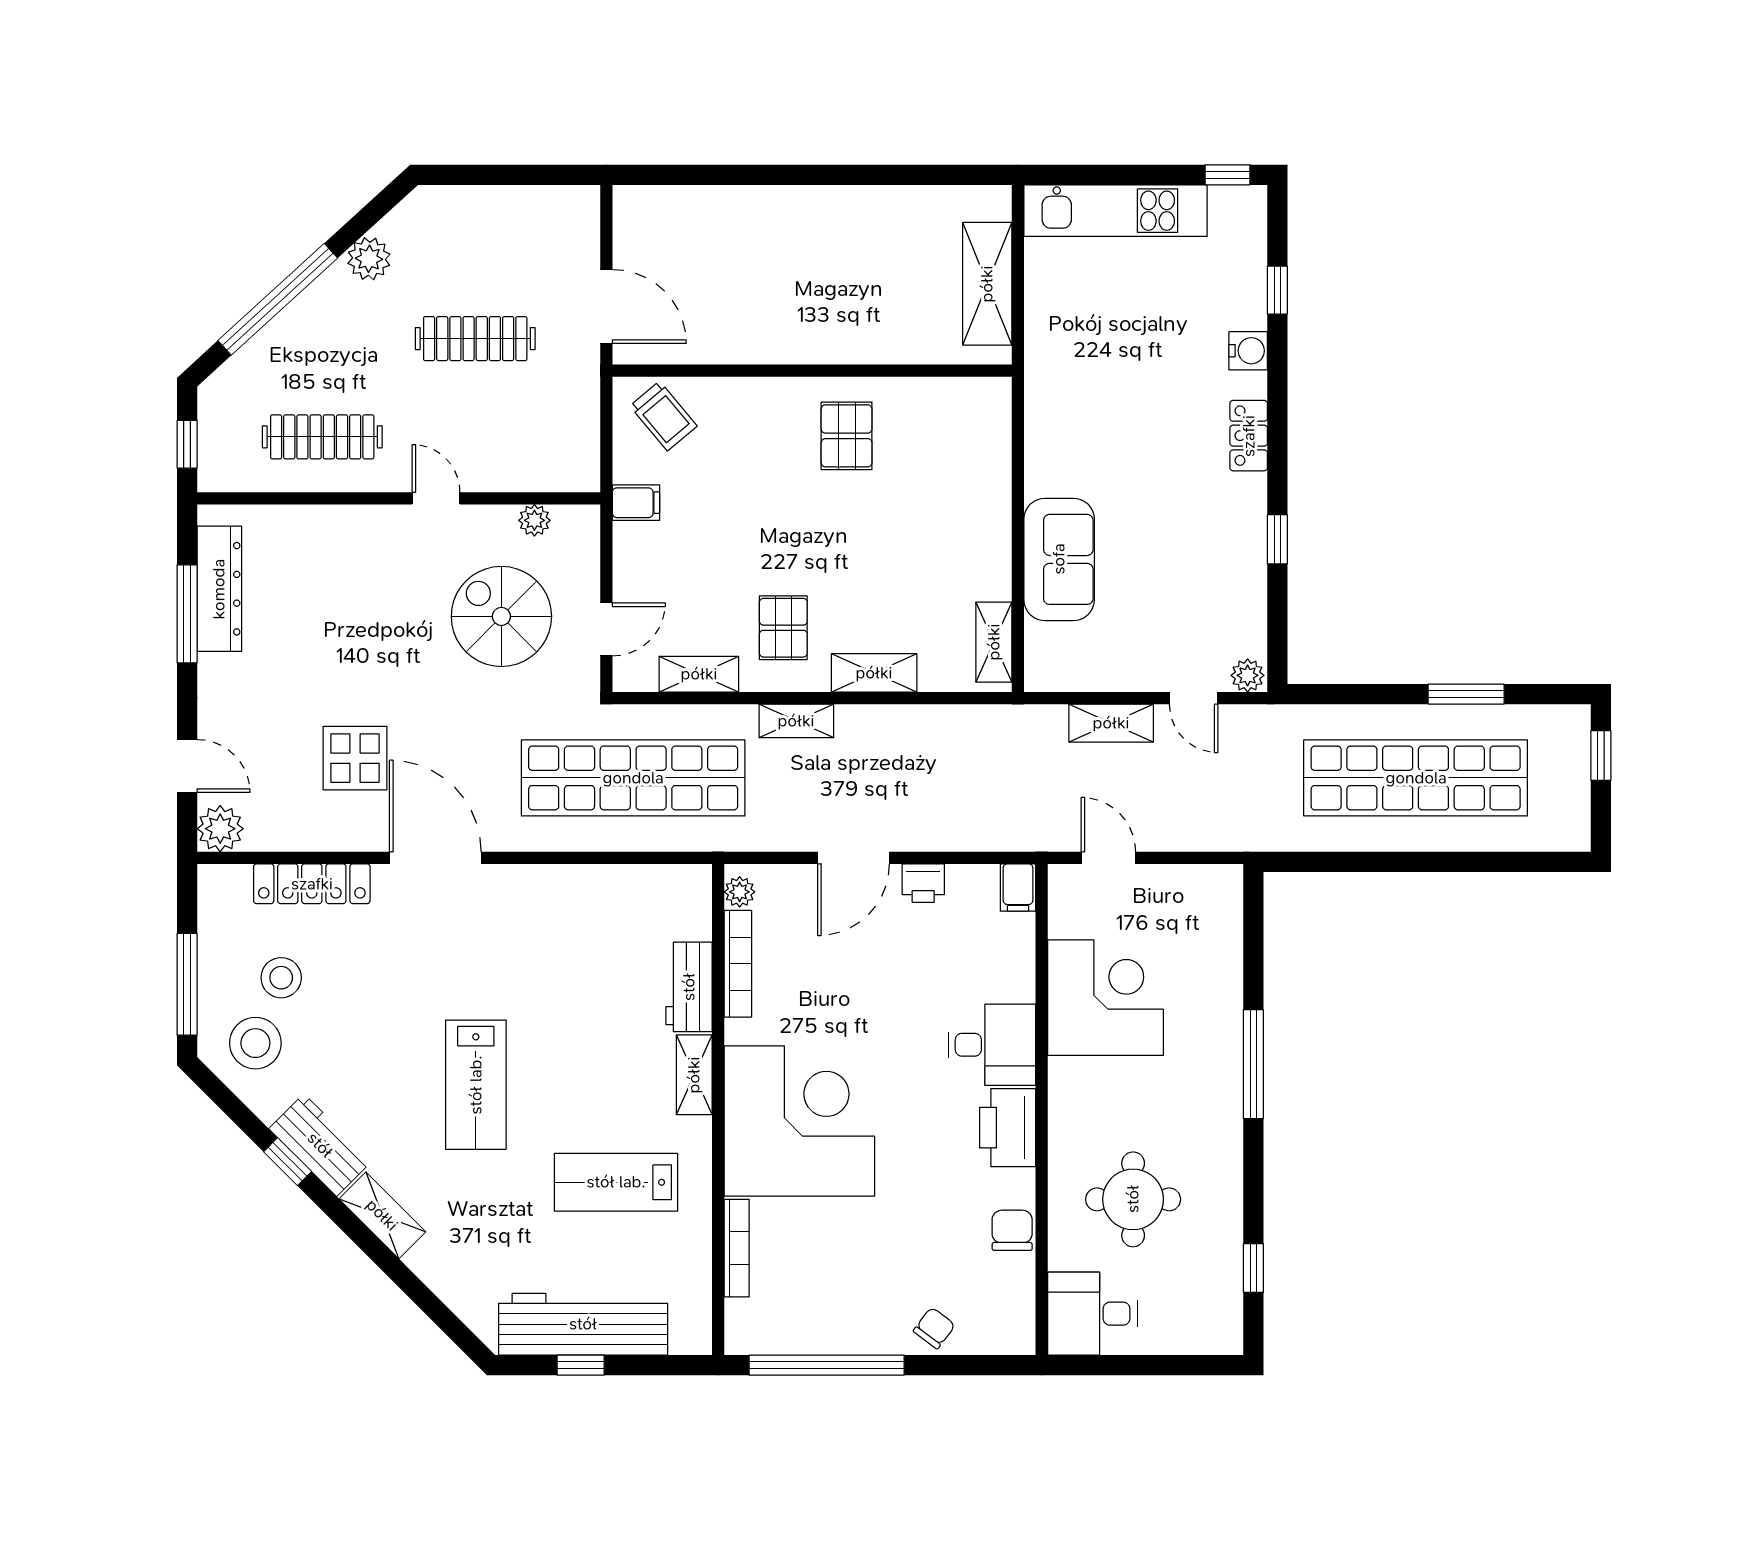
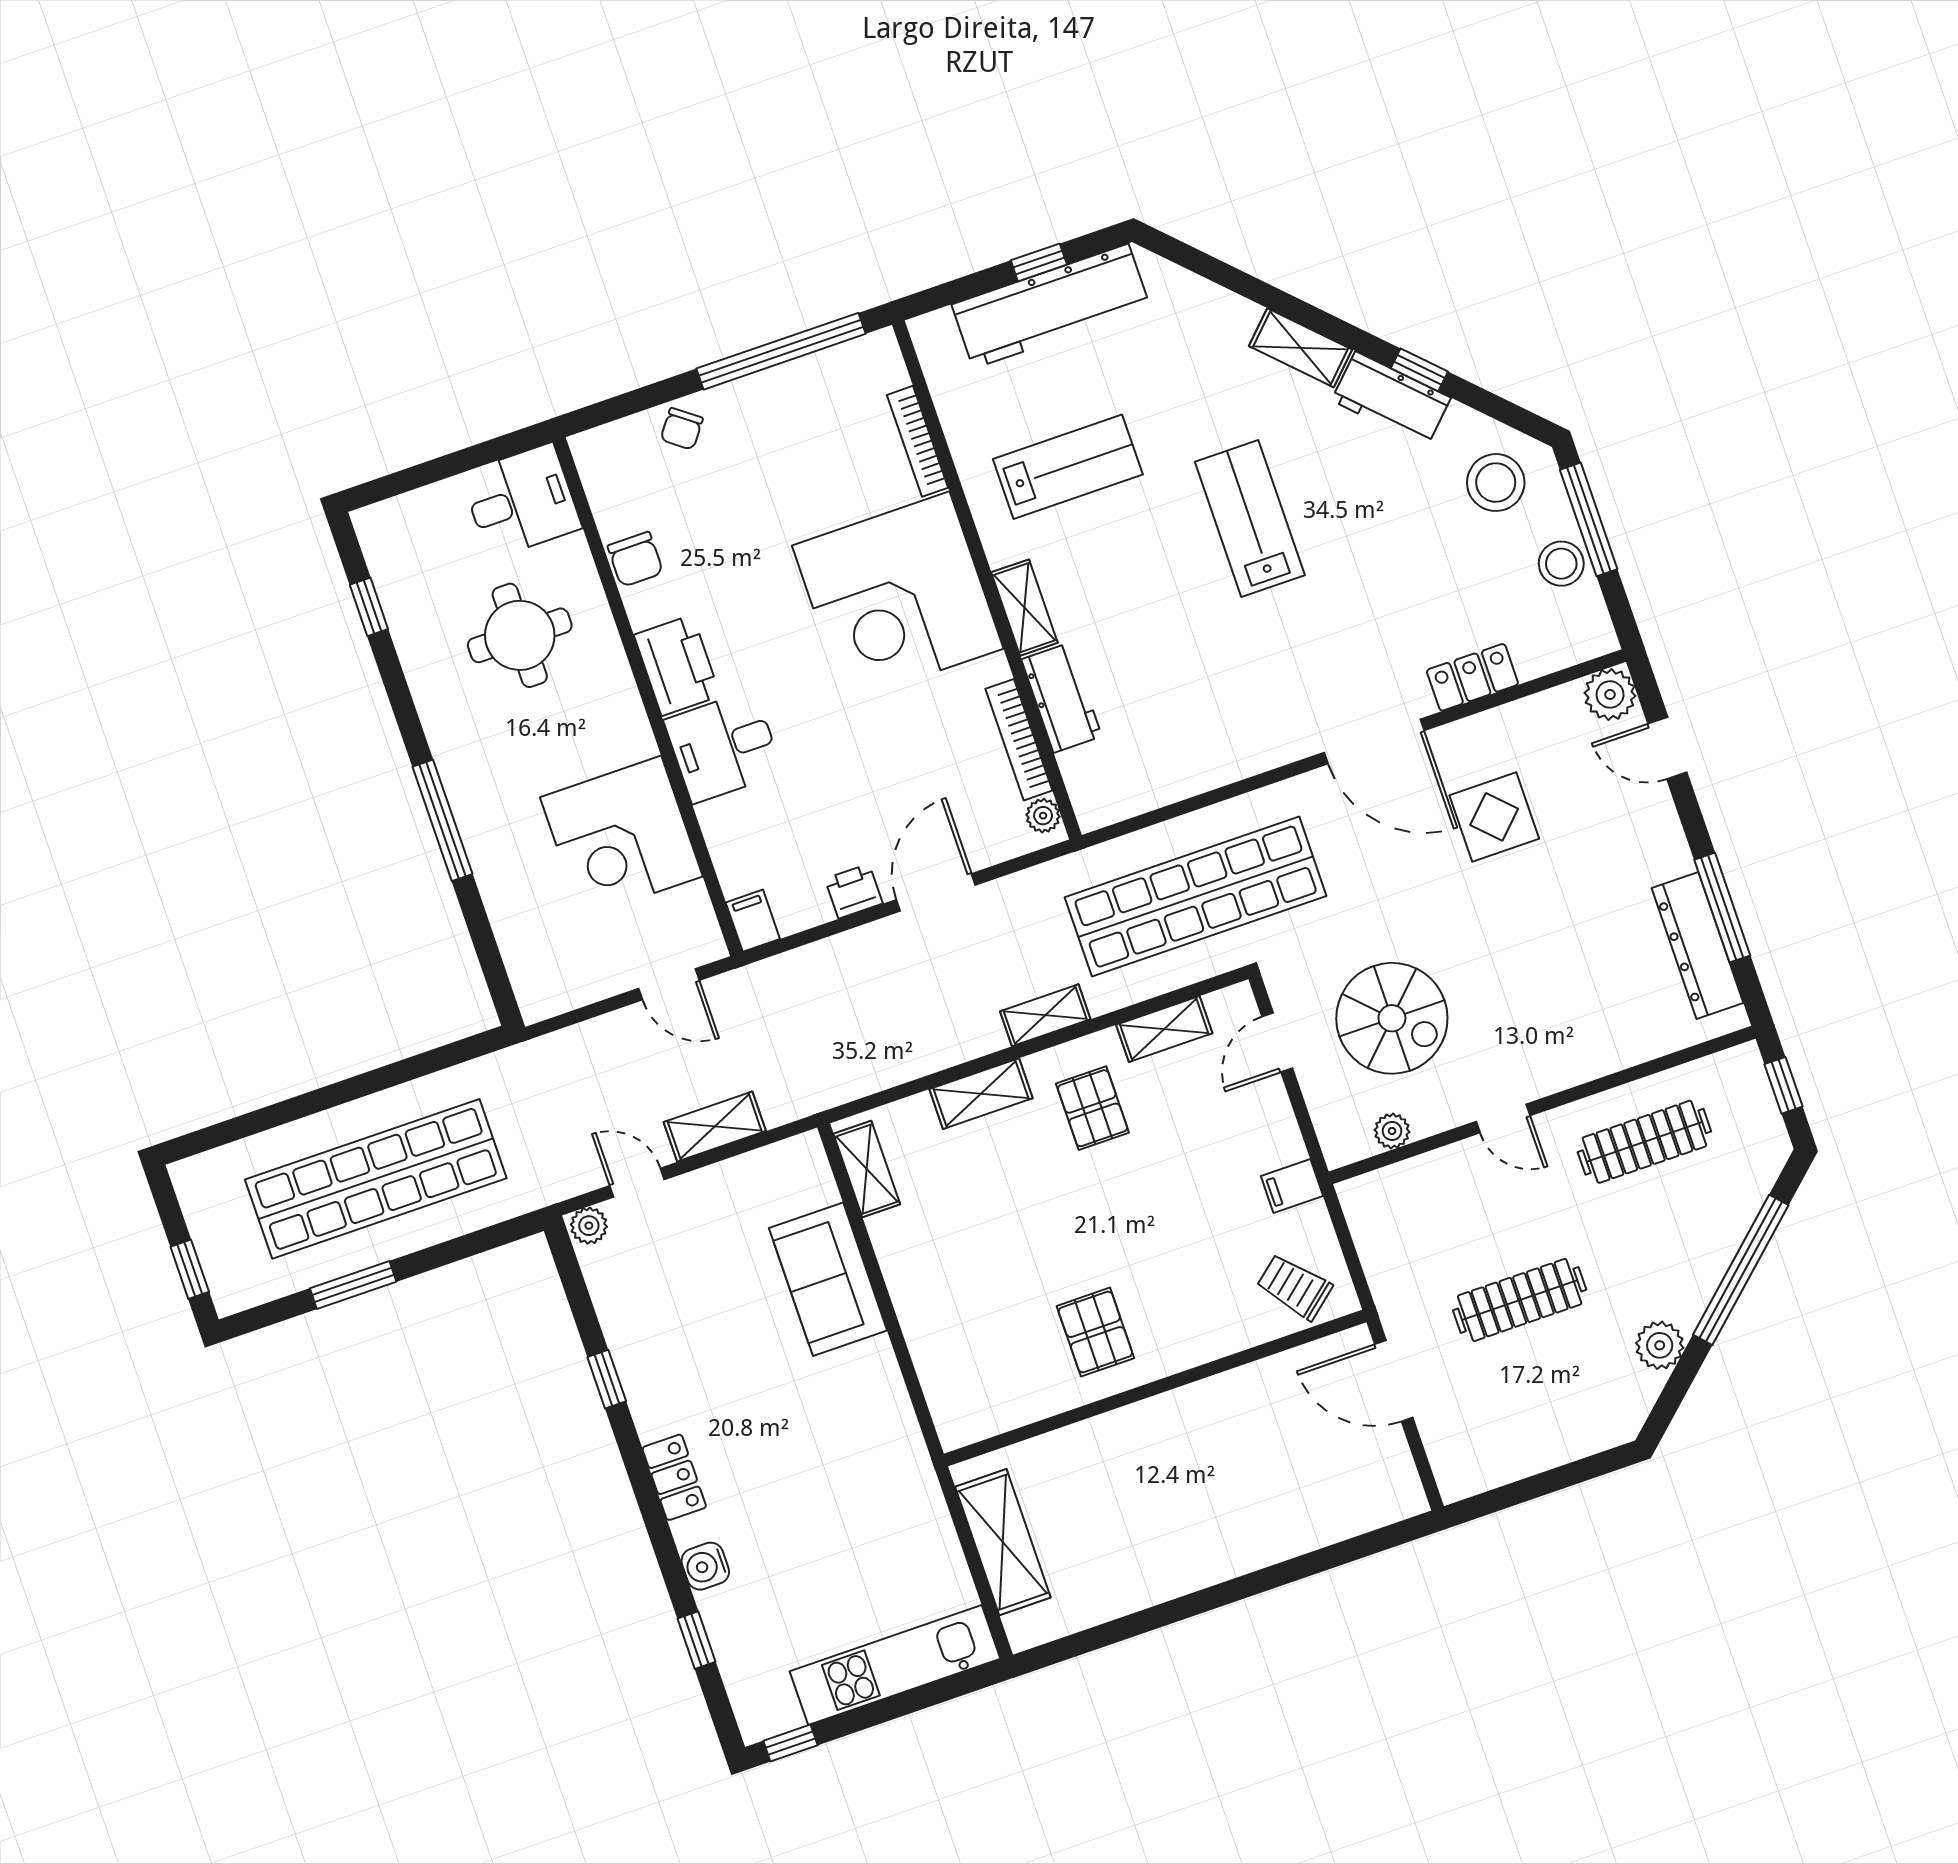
locker: (312, 884) -> (1472, 677), width x0.66
stool: (281, 978) -> (1561, 564), moved

